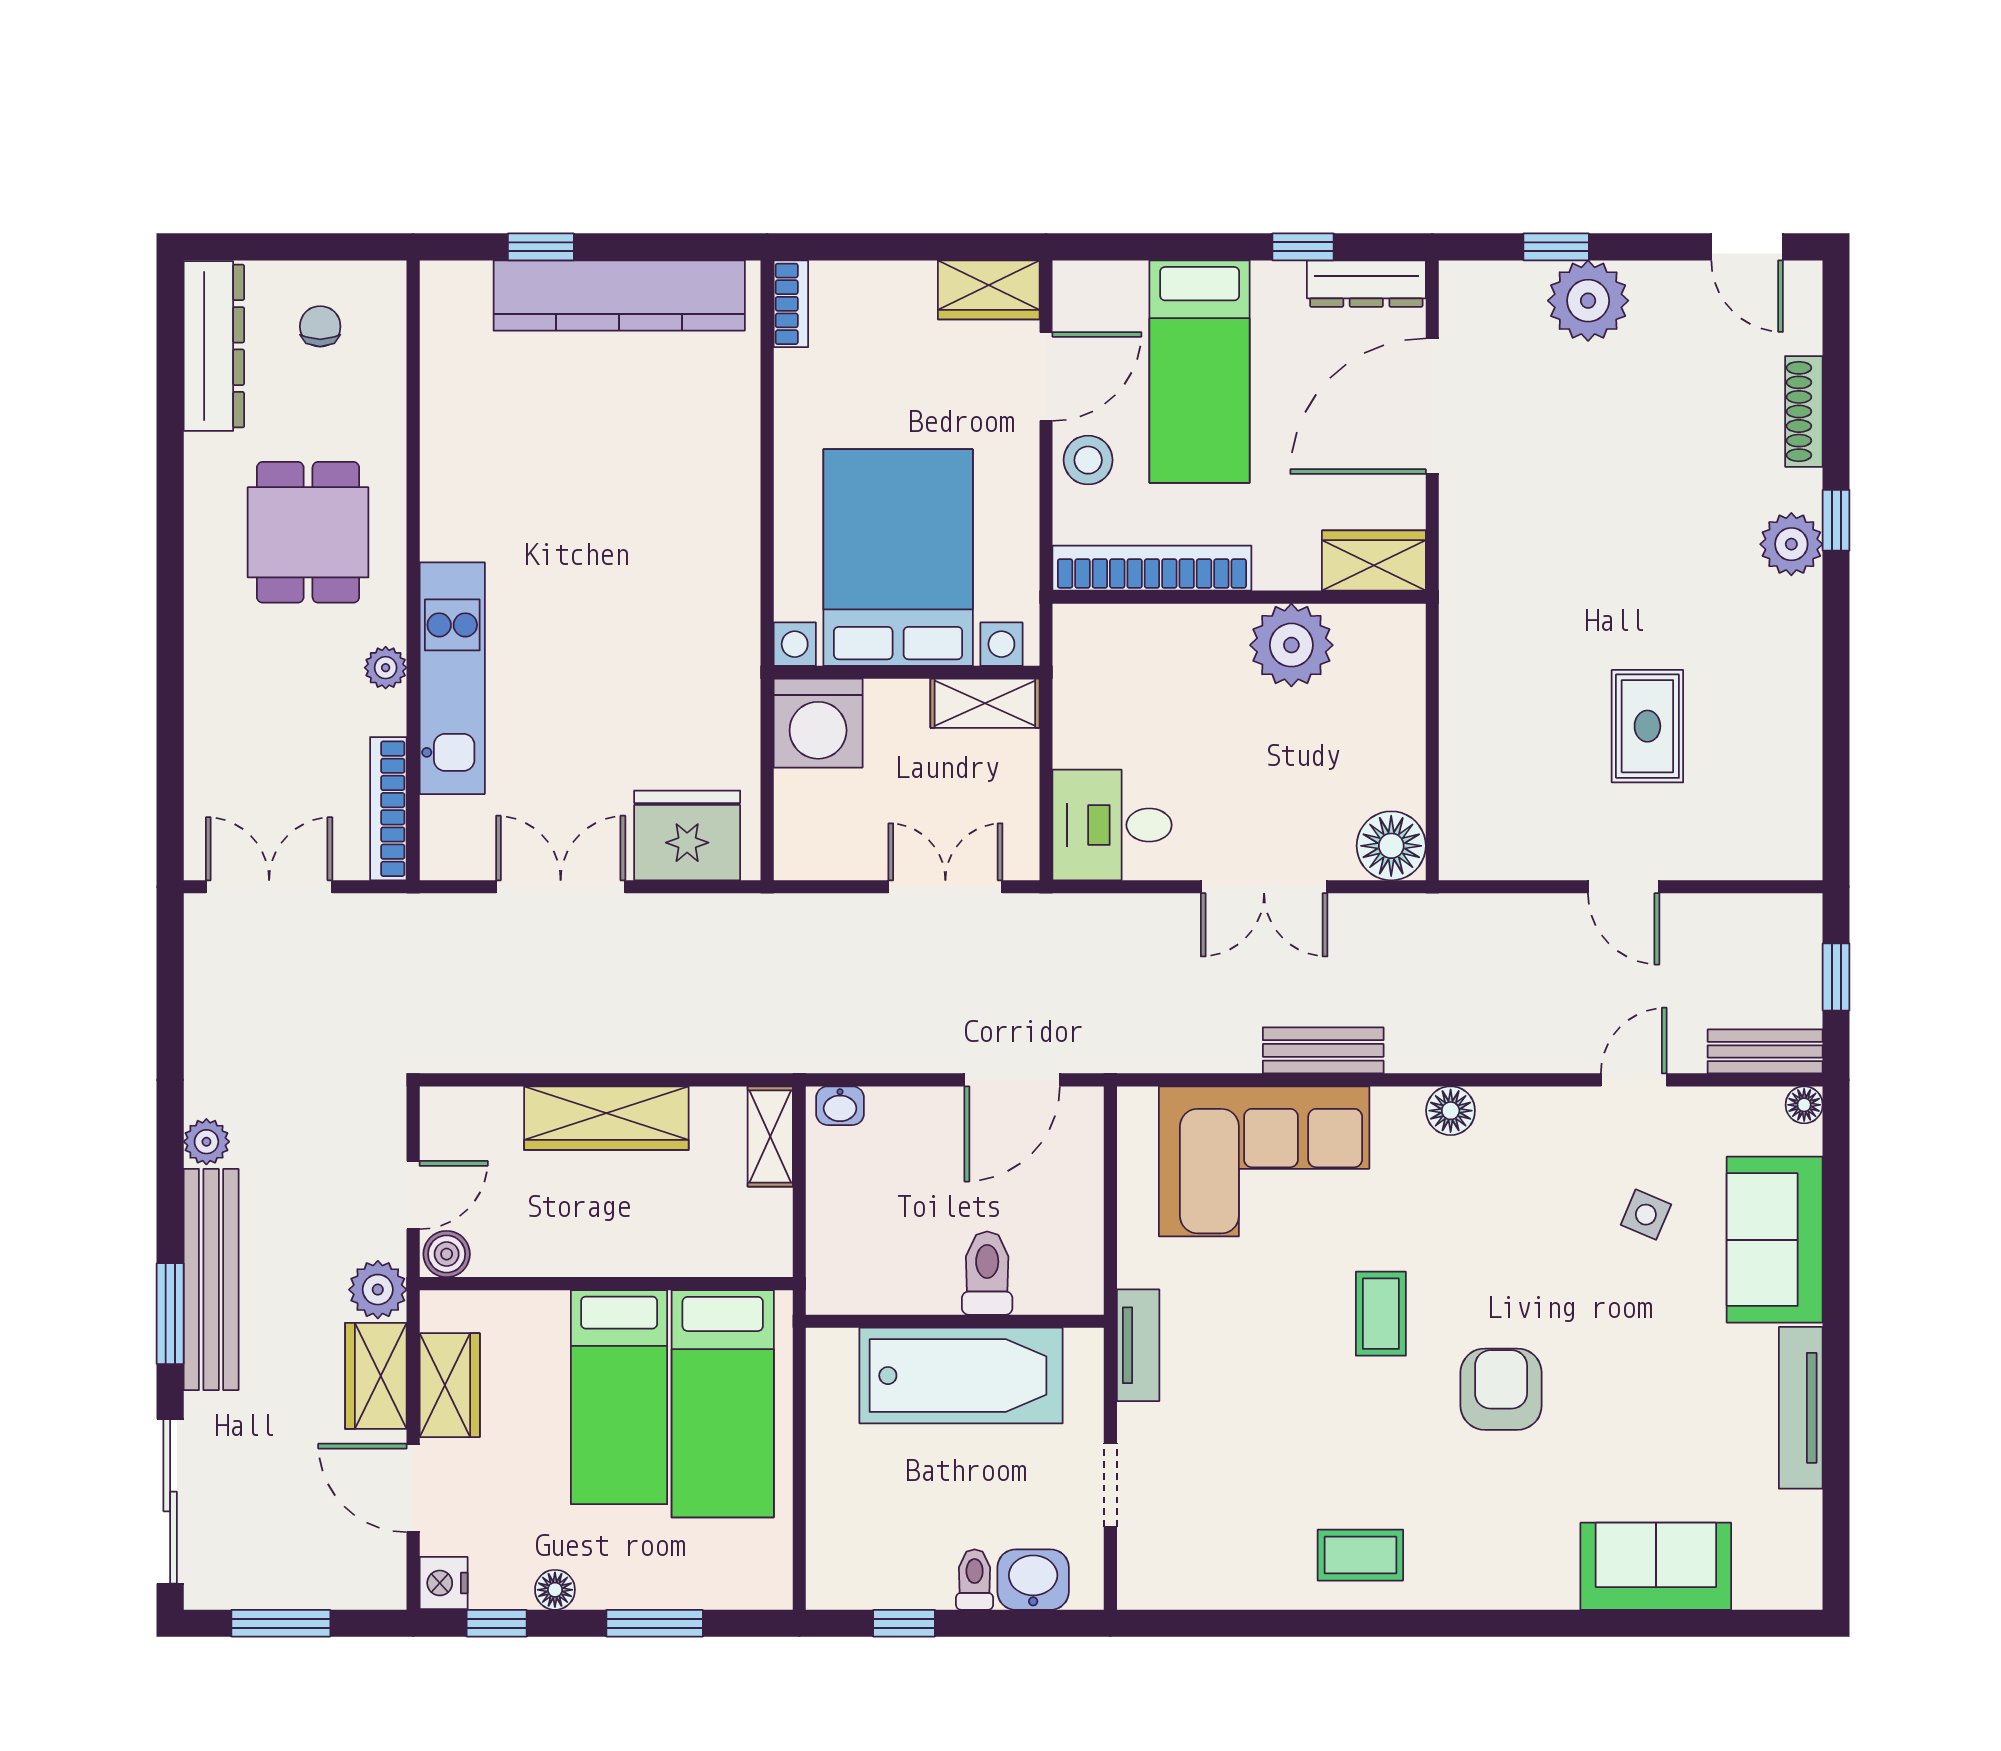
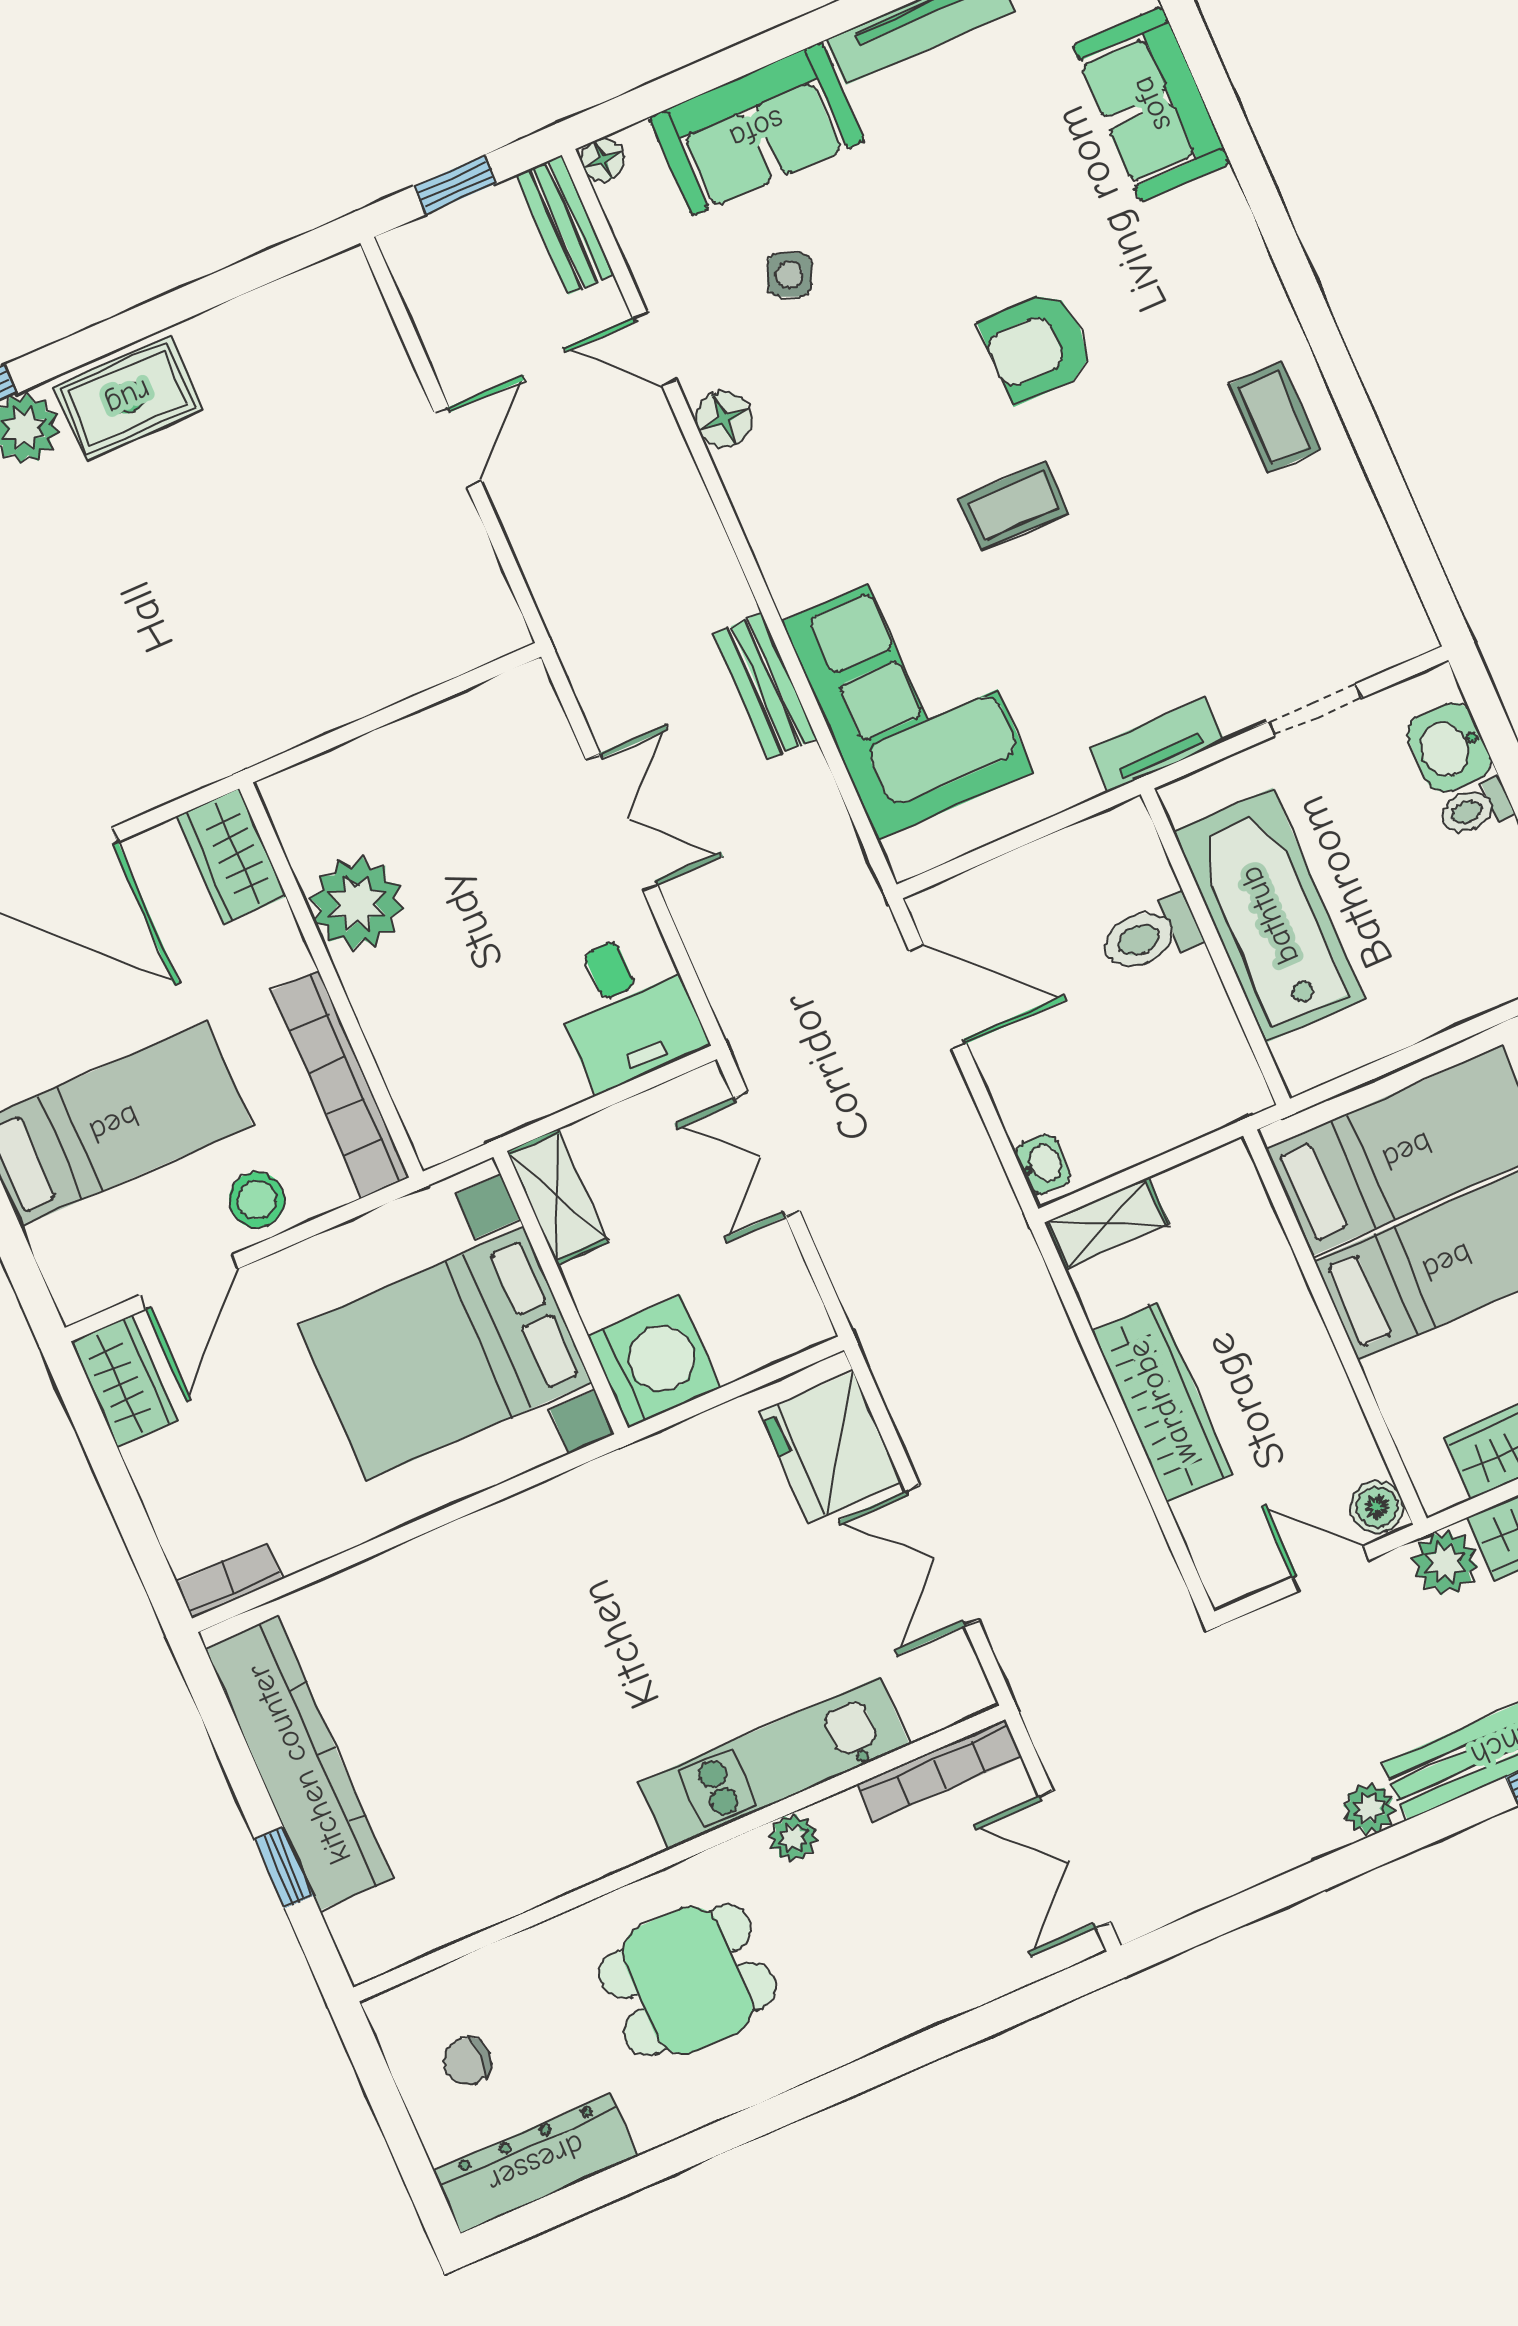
door: (1046, 376) -> (189, 1282), swing flipped
rug: (1647, 726) -> (128, 398), moved
floor lamp: (1391, 846) -> (521, 708), removed
floor lamp: (1451, 1111) -> (724, 419), moved

